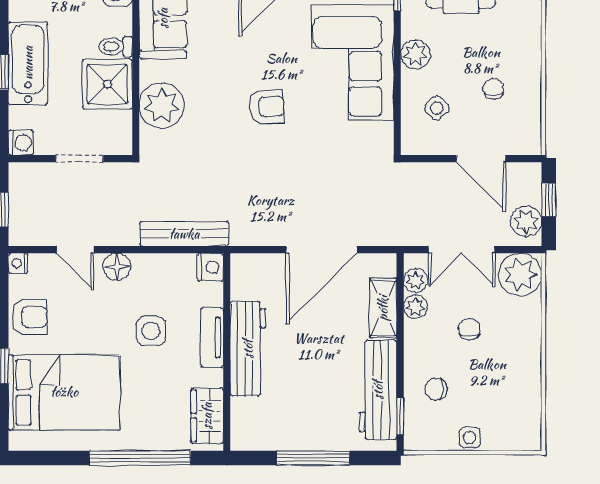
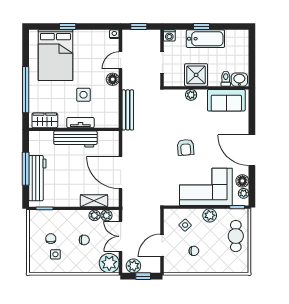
toilet: (116, 47) -> (226, 79), moved
plant: (162, 106) -> (191, 95), width x0.53, depth x0.53
nightstand: (210, 267) -> (113, 122), removed
armchair: (29, 317) -> (90, 39), removed
chair: (436, 389) -> (51, 239), moved
workbench: (378, 390) -> (37, 178), moved, turned 90
side table: (470, 438) -> (55, 254), moved

